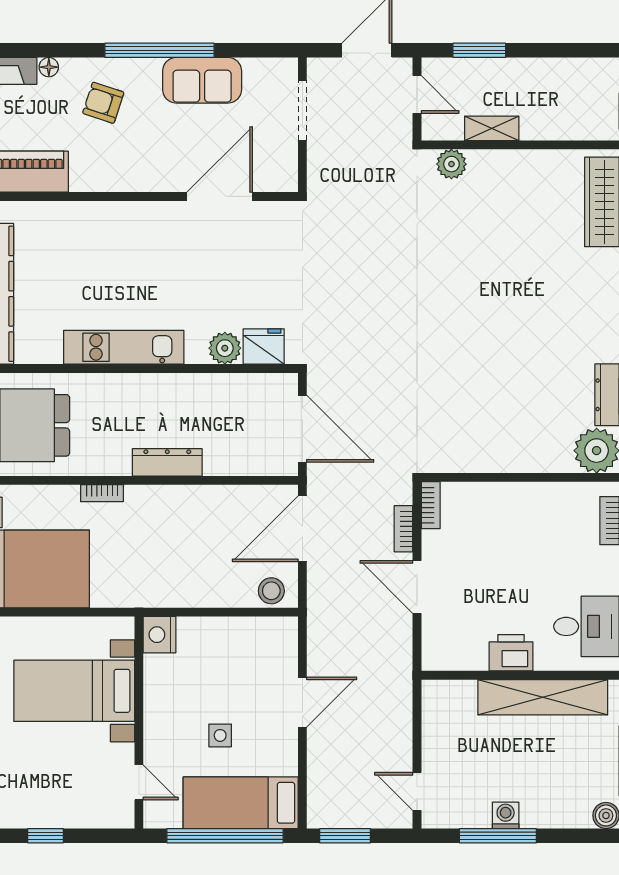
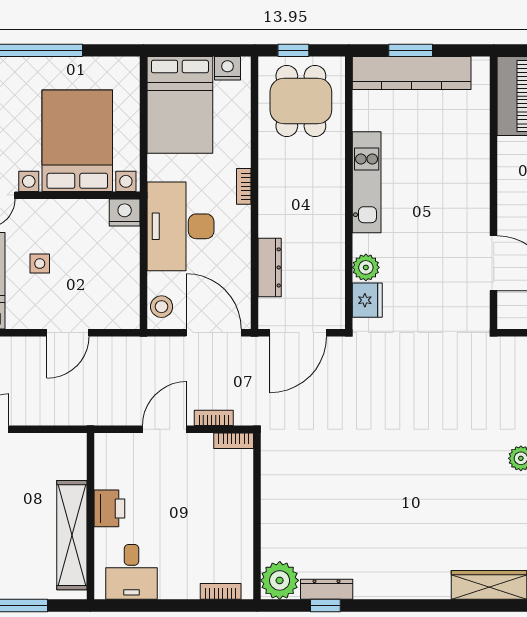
dresser: (167, 462) -> (270, 267), moved
bookcase: (102, 493) -> (244, 186), moved
desk: (176, 568) -> (180, 226), added
bed with nightstands: (74, 691) -> (77, 141), width x1.36
door: (302, 702) -> (68, 333), hinge flipped

